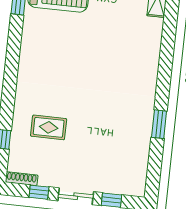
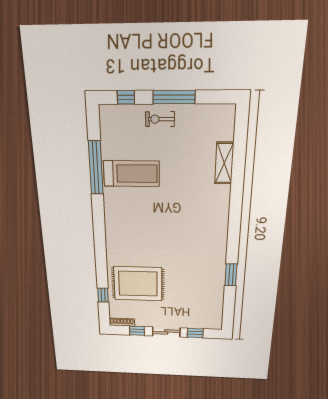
rug: (49, 127) -> (138, 284), width x1.86, depth x2.06

